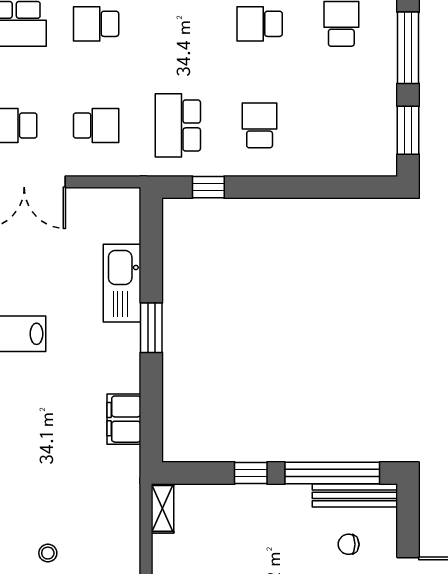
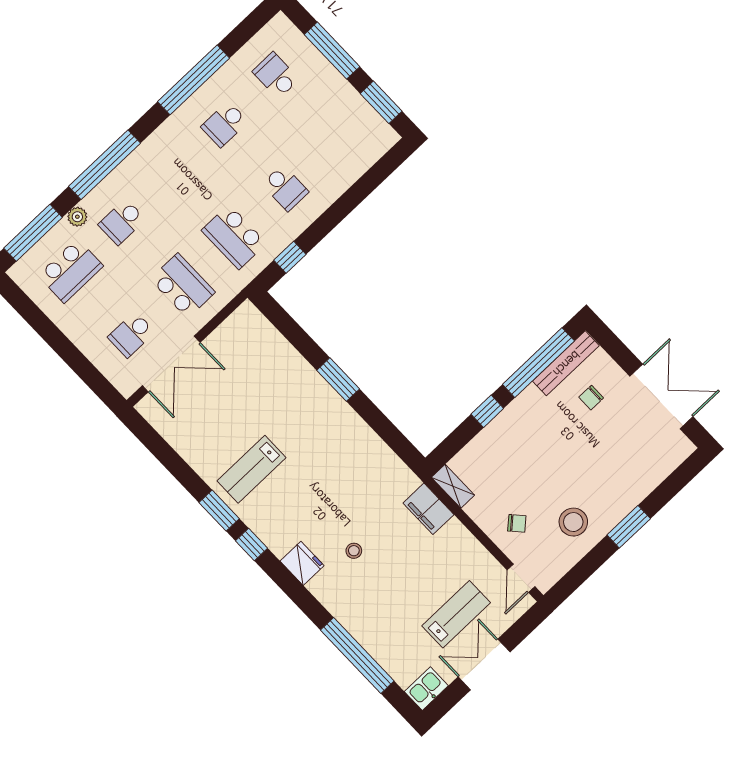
school desk: (96, 125) -> (183, 286), width x1.85
school desk: (260, 125) -> (285, 188), turned 180
kitchen sink: (122, 283) -> (293, 369), removed
filing cabinet: (124, 419) -> (428, 509), moved
stool: (48, 553) -> (354, 551), moved

